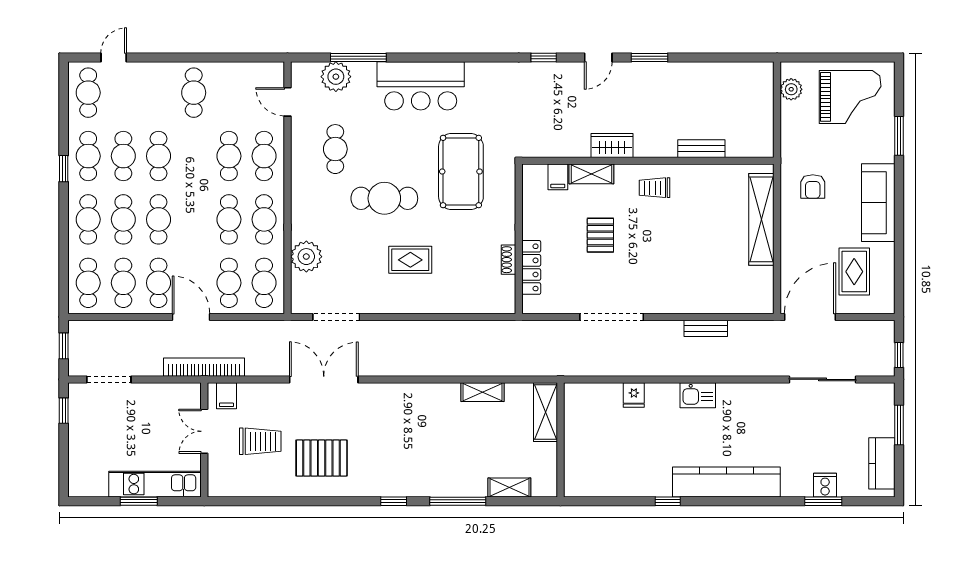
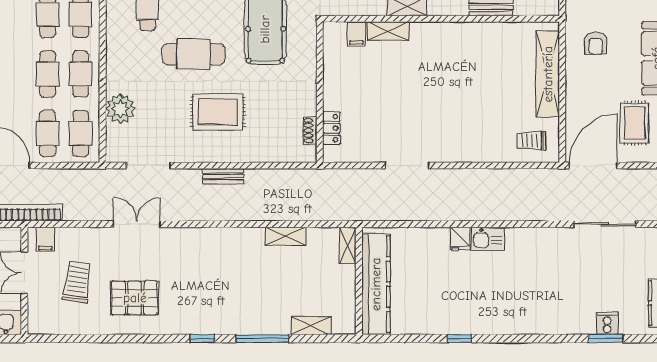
trolley: (655, 188) -> (531, 141), moved
pallet: (600, 235) -> (396, 89), removed
rug: (410, 260) -> (218, 112), width x1.36, depth x1.43
shoe rack: (509, 260) -> (310, 131), moved
locker: (531, 267) -> (331, 128), width x0.66
doorway: (612, 317) -> (407, 165), width x0.73
bench: (706, 328) -> (223, 176), moved
double door: (324, 379) -> (137, 224), width x0.73
fridge: (634, 395) -> (460, 239), moved
shelving: (546, 412) -> (348, 246), width x0.67, depth x0.75
trolley: (260, 441) -> (77, 282), turned -82
kitchen counter: (726, 482) -> (376, 284), moved, turned 90

